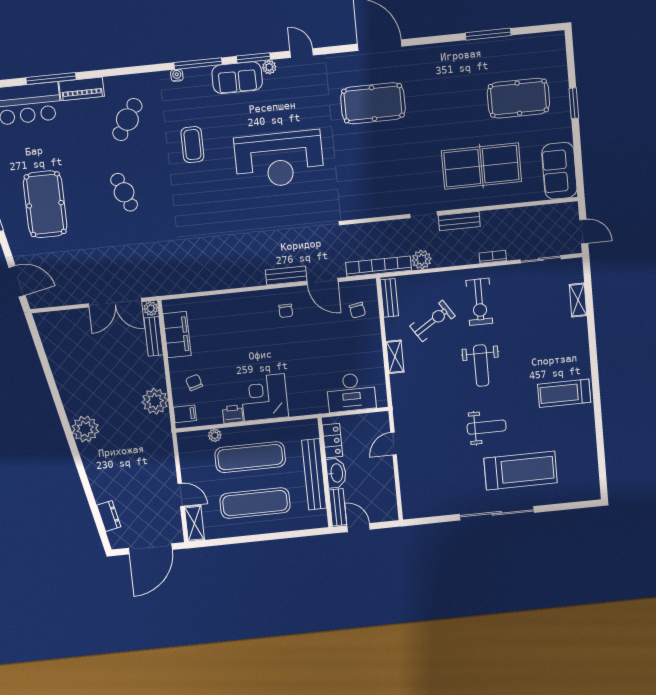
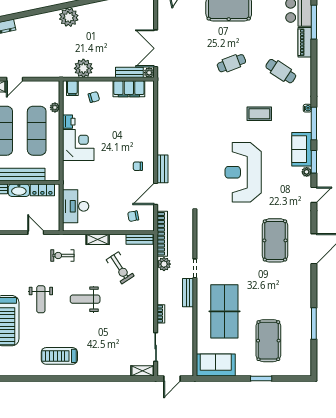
shelving: (578, 300) -> (143, 371), moved
exercise bike: (479, 302) -> (62, 256), moved, width x0.73, depth x0.72
treadmill: (564, 393) -> (59, 356), turned -90

